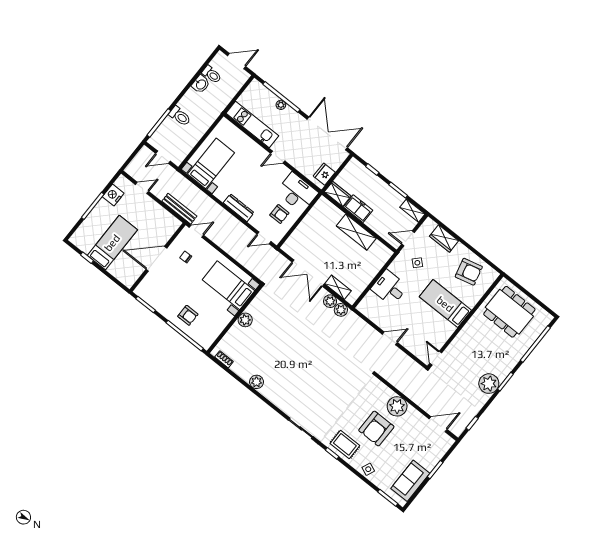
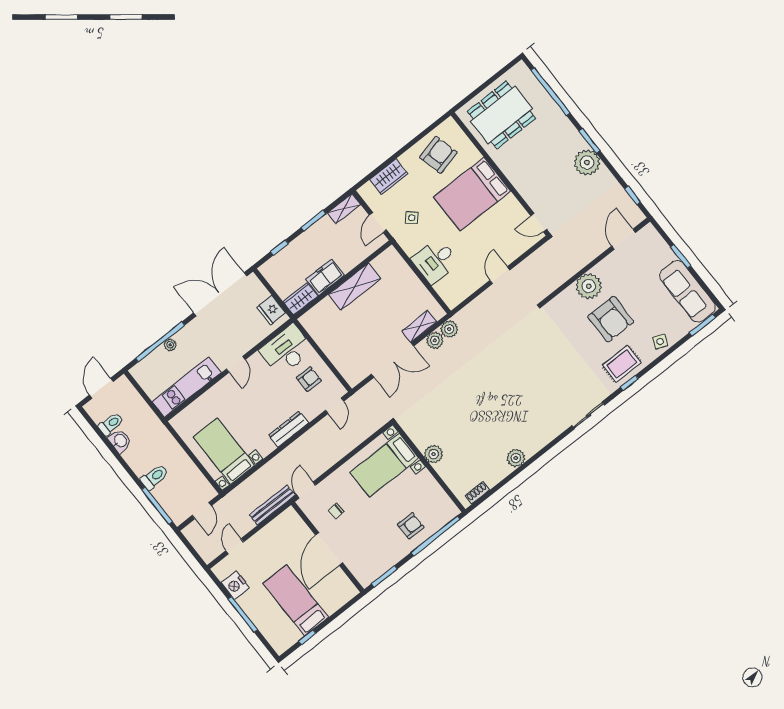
bed: (445, 304) -> (472, 194), width x1.50
sofa: (410, 481) -> (688, 291), width x1.36

